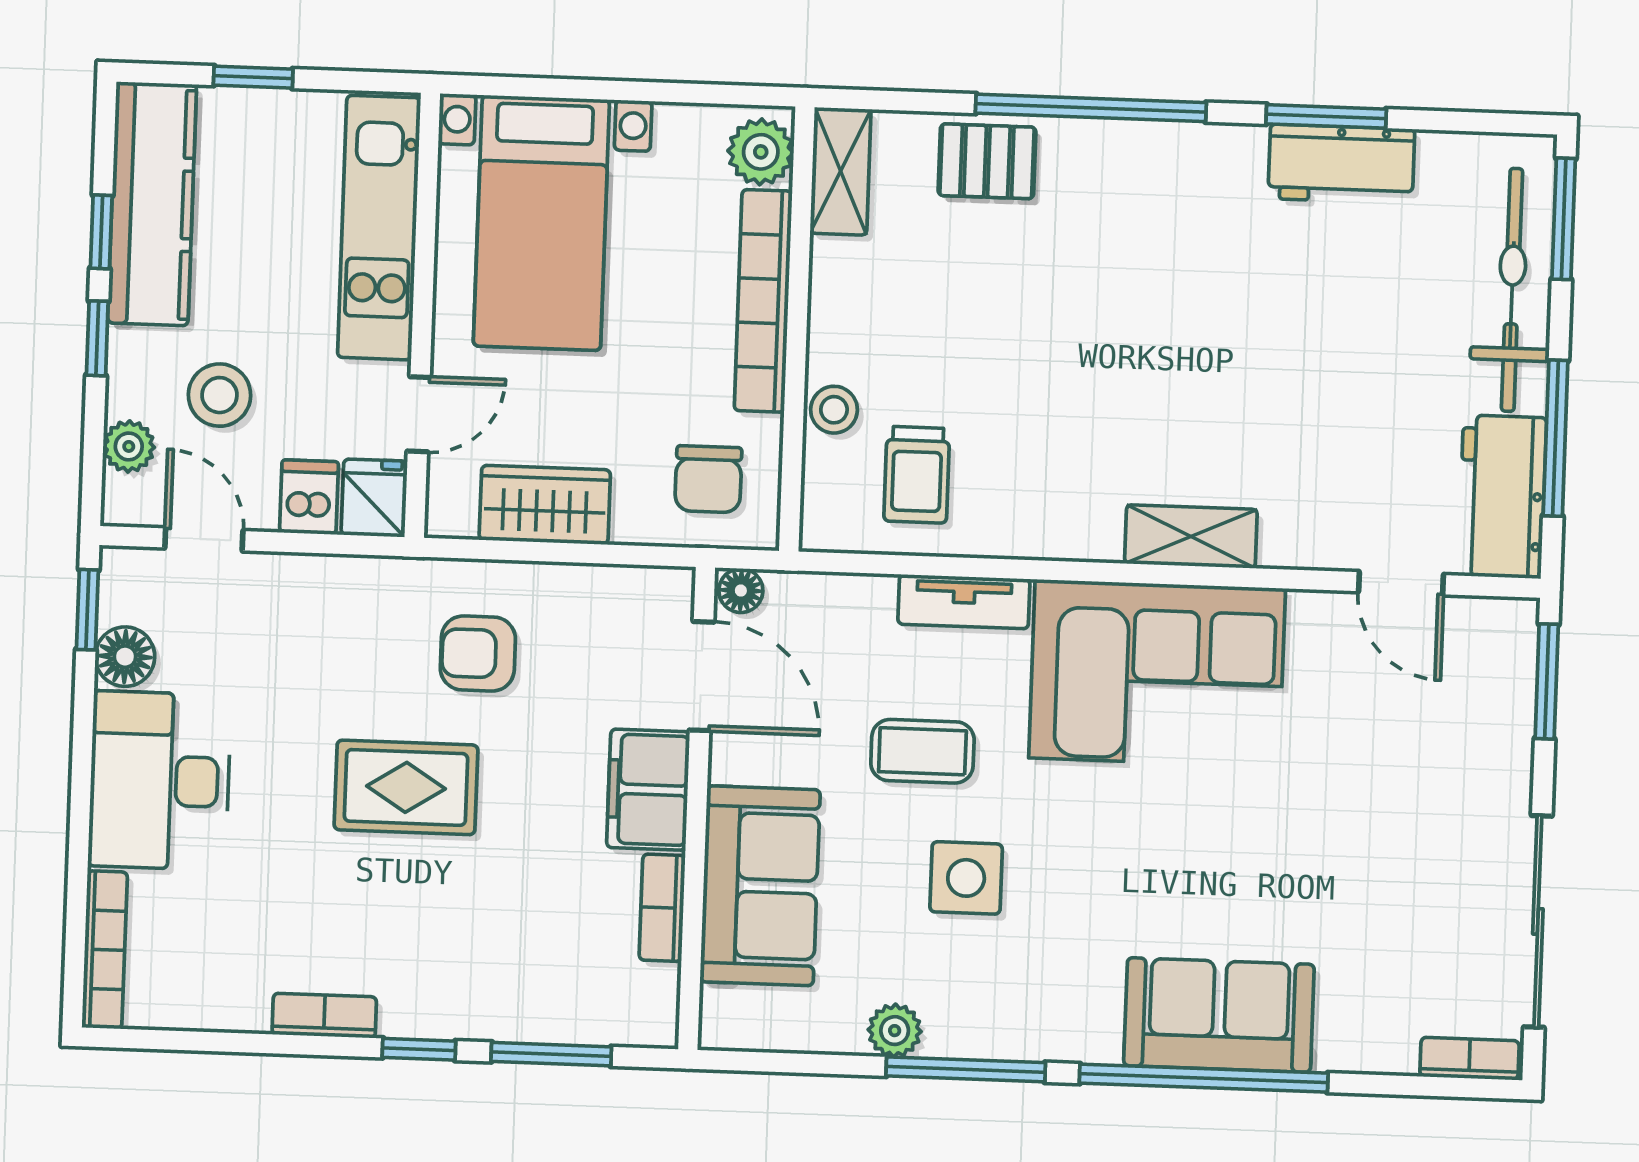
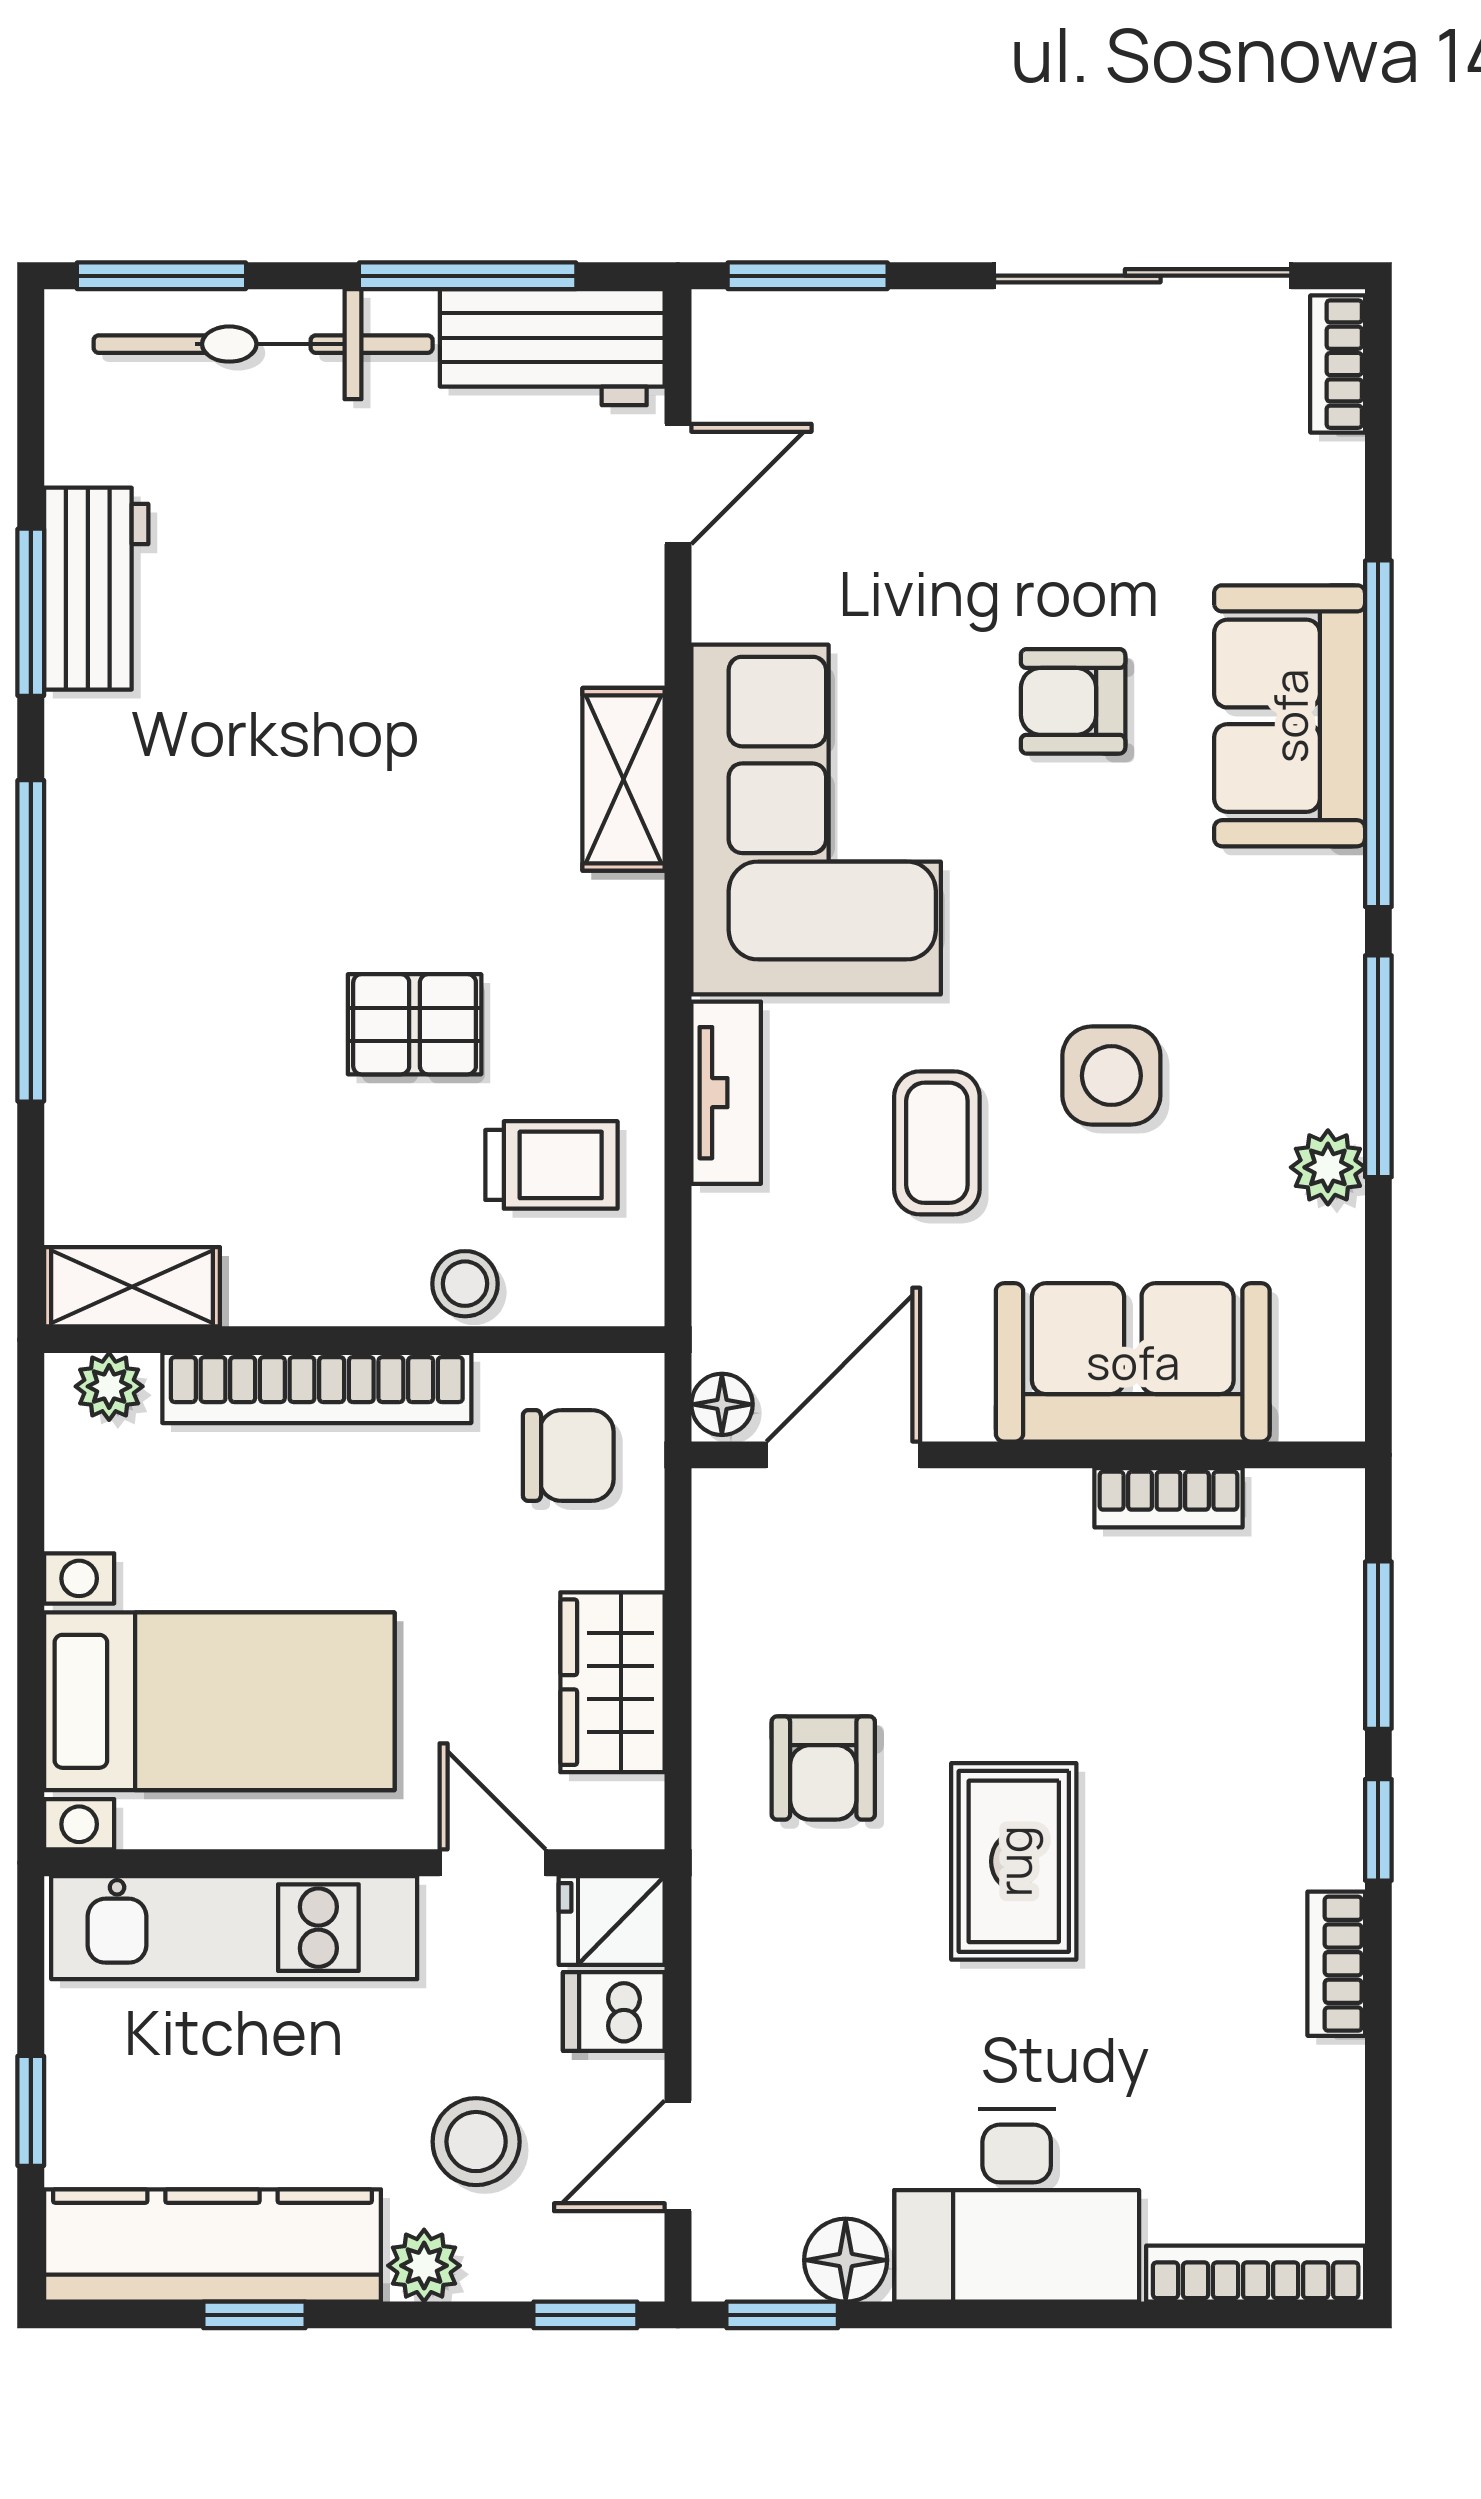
plant: (761, 152) -> (109, 1386), width x0.73, depth x0.73
pallet: (987, 161) -> (415, 1024), moved, turned 90
window: (97, 338) -> (585, 2315), moved
plant: (129, 446) -> (424, 2266), moved
filing cabinet: (648, 790) -> (1004, 1523), removed
armchair: (1235, 860) -> (1073, 701), added

